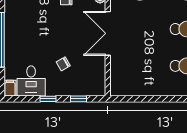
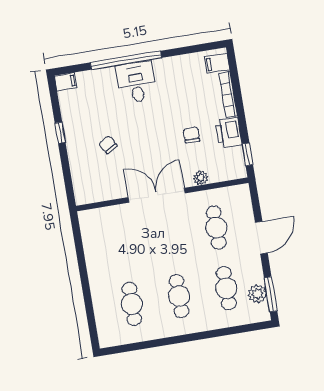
desk: (31, 81) -> (136, 82), moved, turned 90
window: (79, 99) -> (67, 172), removed

